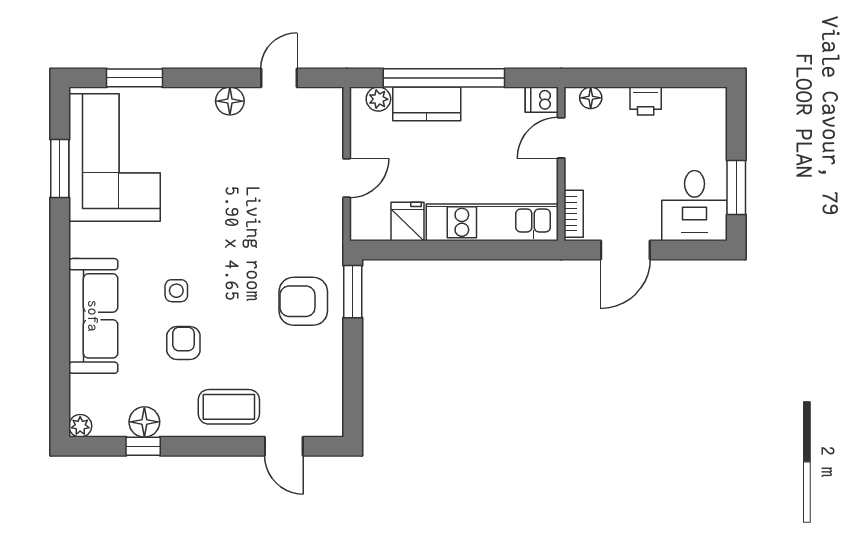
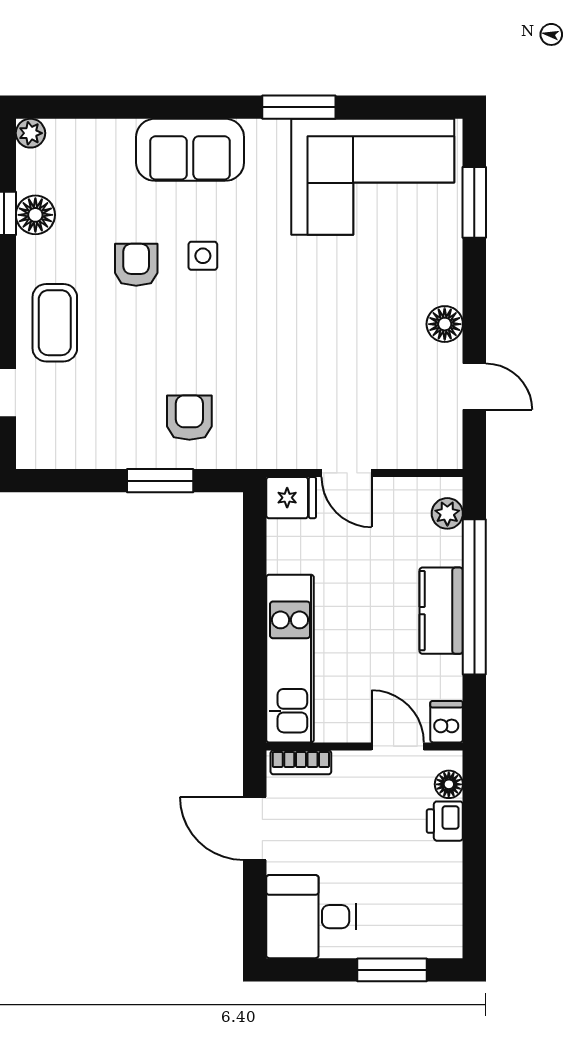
printer: (646, 101) -> (445, 821), moved
kitchen counter: (427, 104) -> (441, 611), moved
window: (60, 169) -> (299, 107), moved
window: (736, 187) -> (392, 970), moved
fridge: (408, 221) -> (291, 498), moved
window: (353, 292) -> (160, 481), moved
armchair: (303, 301) -> (189, 418), width x0.72, depth x0.72
sofa: (93, 316) -> (190, 150), width x0.73
armchair: (183, 343) -> (136, 265), turned -90

